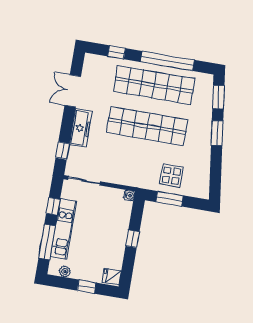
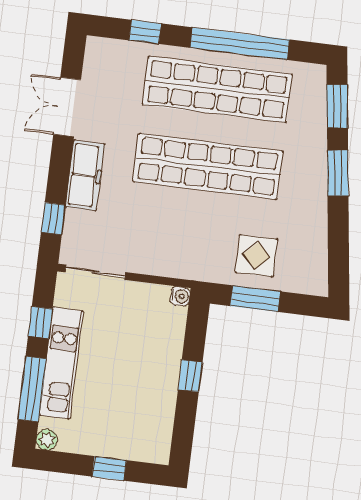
plant: (65, 272) -> (47, 440), moved
fridge: (112, 276) -> (155, 447), removed

